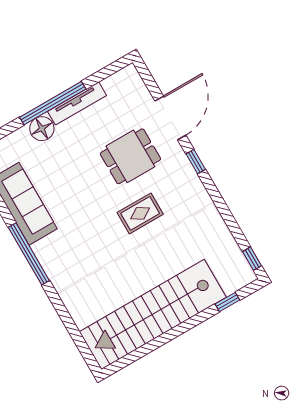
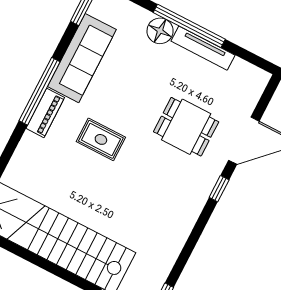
rug: (140, 213) -> (101, 139), moved
piano: (49, 260) -> (45, 113), added

